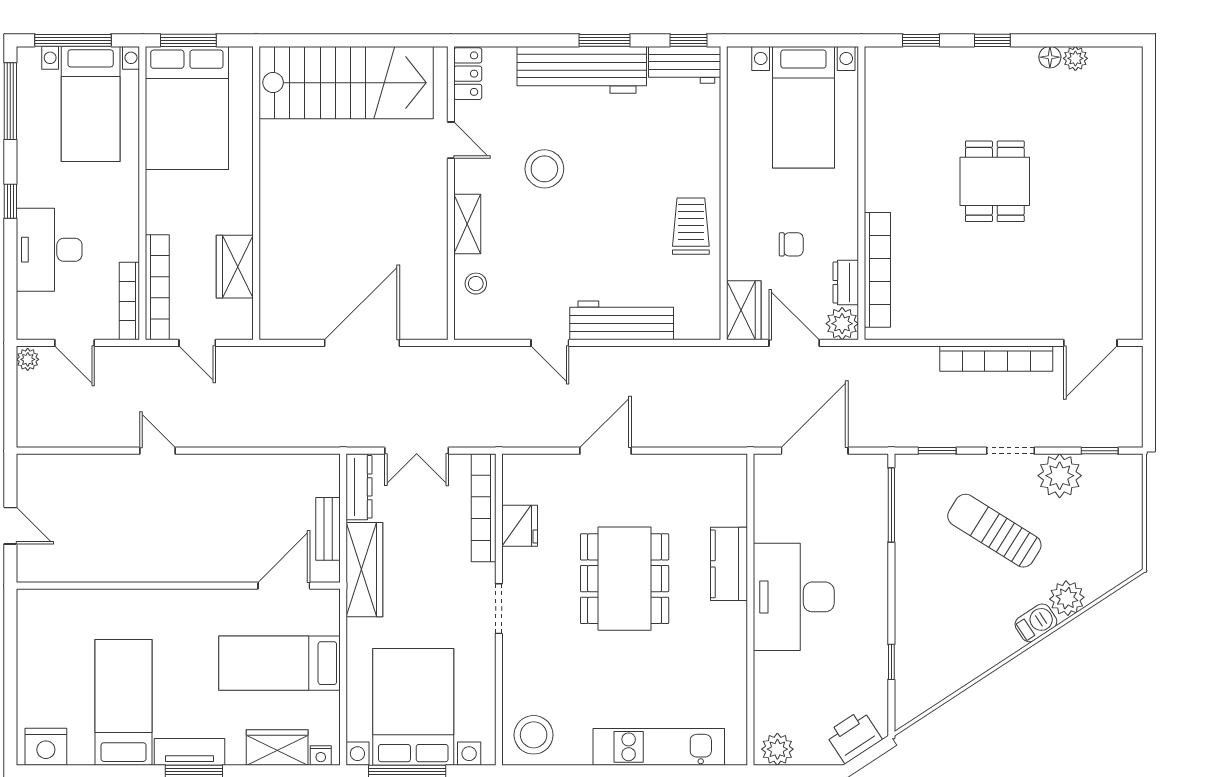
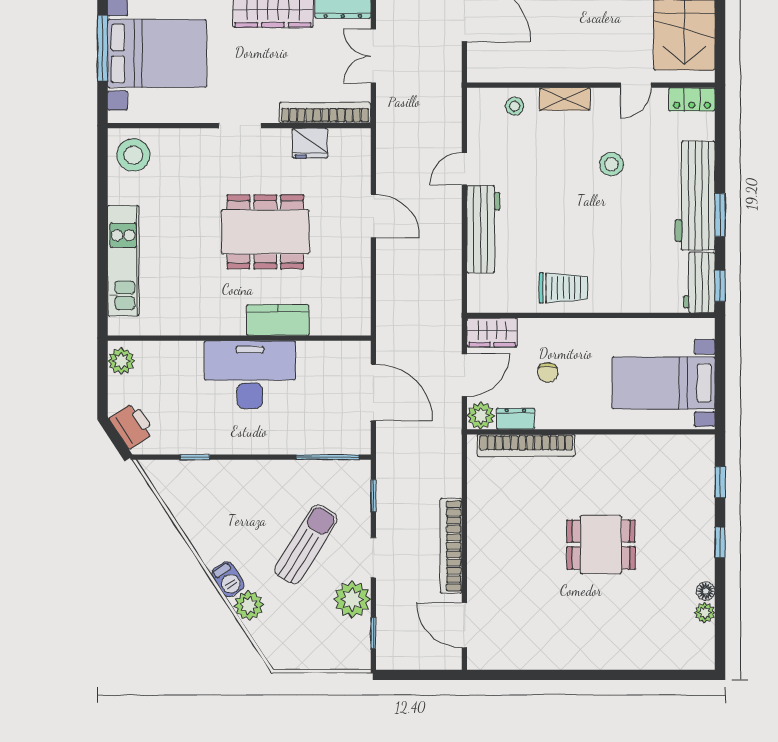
stool: (544, 169) -> (611, 164), width x0.73, depth x0.73

